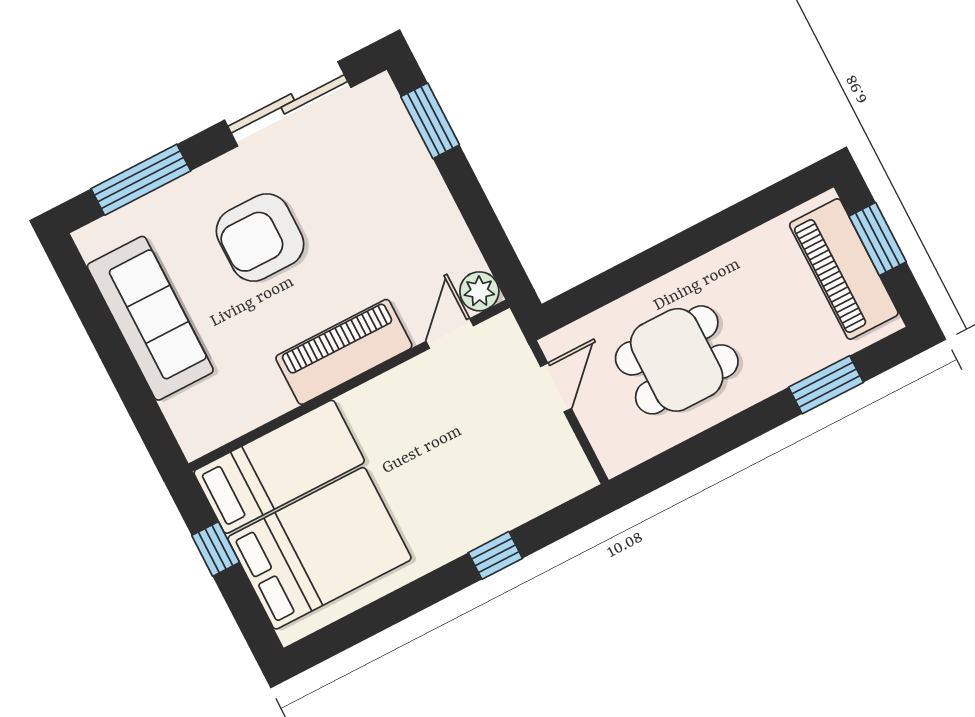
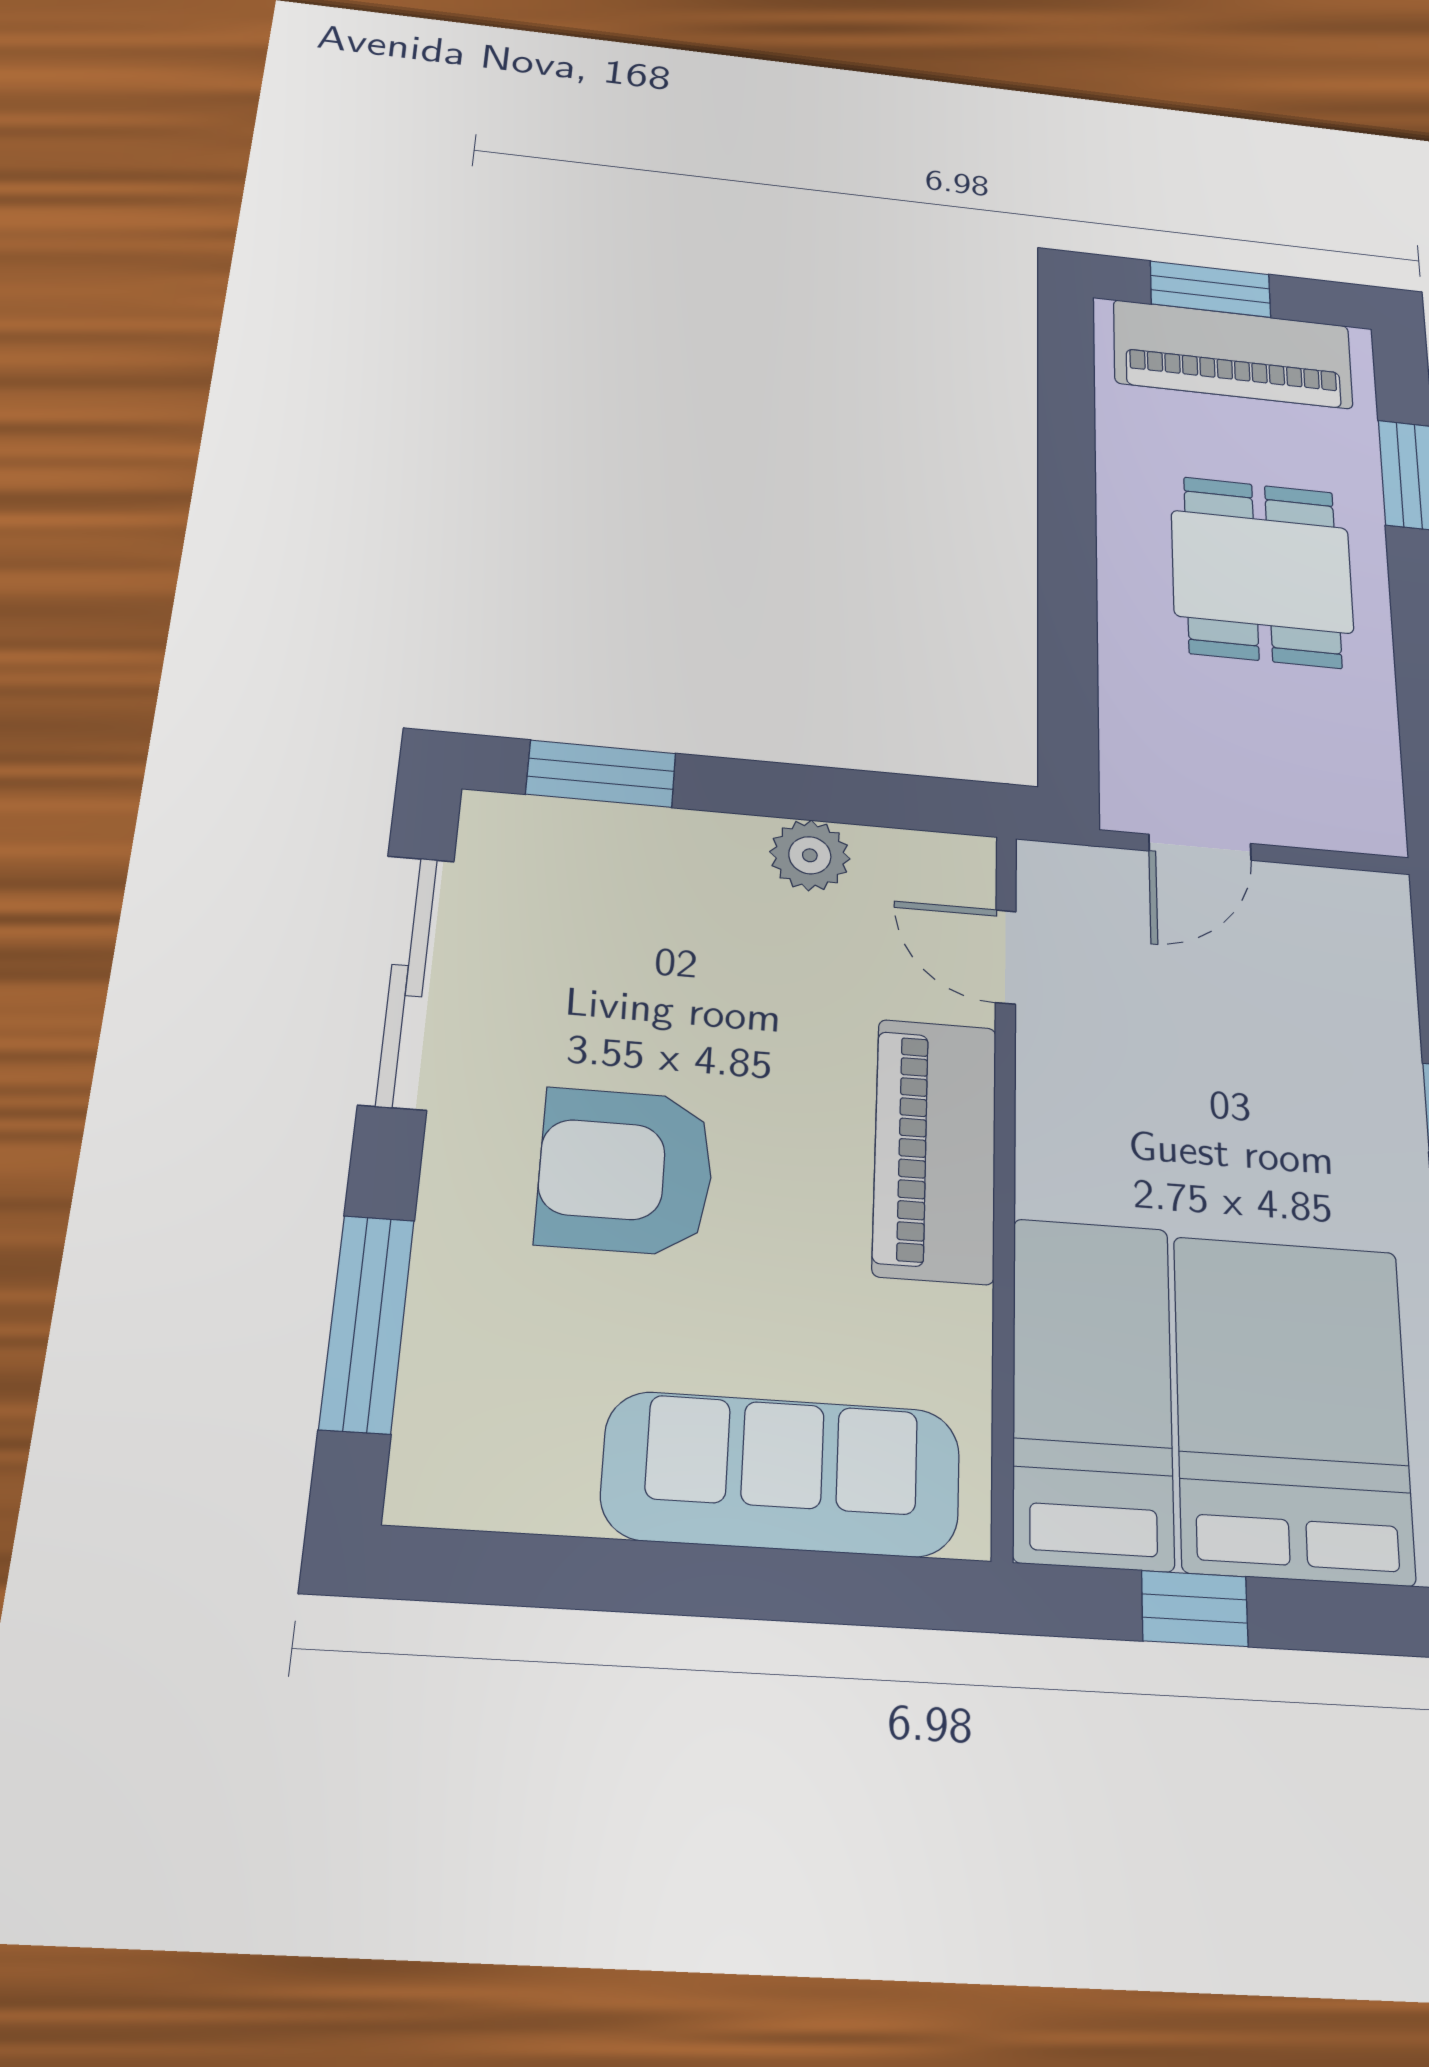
armchair: (260, 237) -> (626, 1171), turned 90
plant: (479, 291) -> (810, 855), moved
sofa: (150, 318) -> (782, 1474), moved
dining table: (677, 360) -> (1262, 572), moved
door: (556, 387) -> (1200, 847), swing flipped

